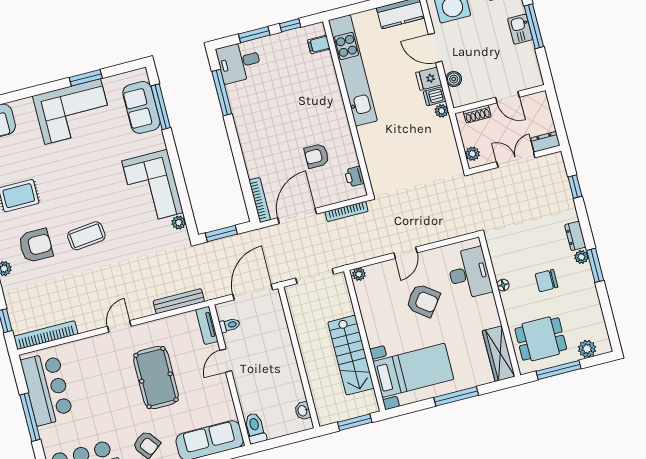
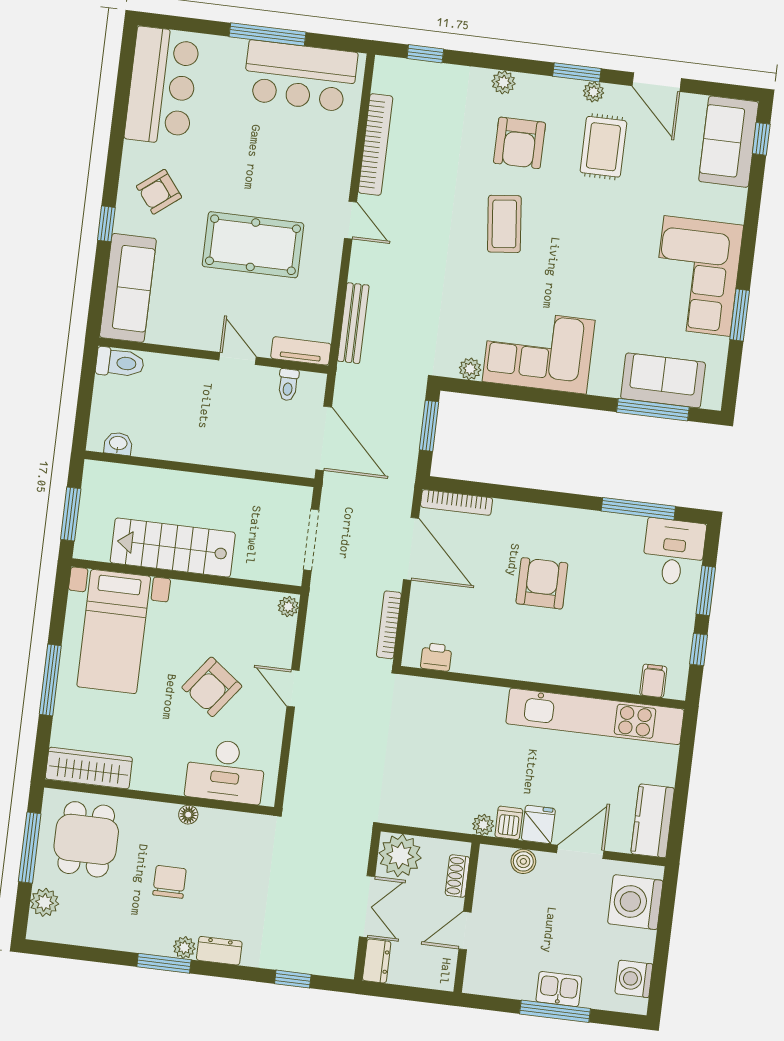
plant: (472, 154) -> (400, 856), width x1.87, depth x1.87
armchair: (316, 156) -> (542, 583), moved, width x1.38, depth x1.38
bookcase: (46, 335) -> (375, 145), moved

